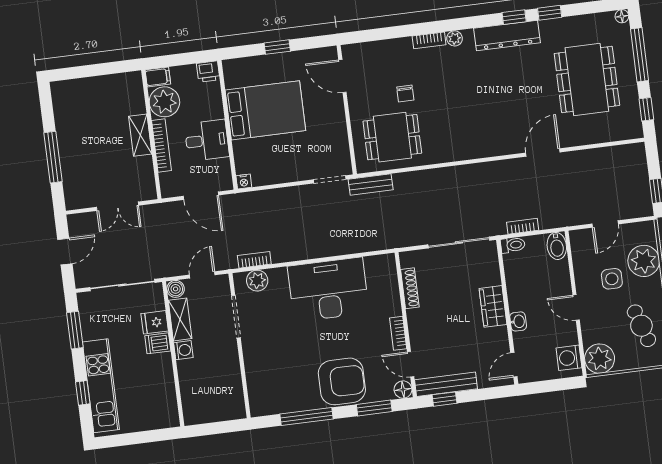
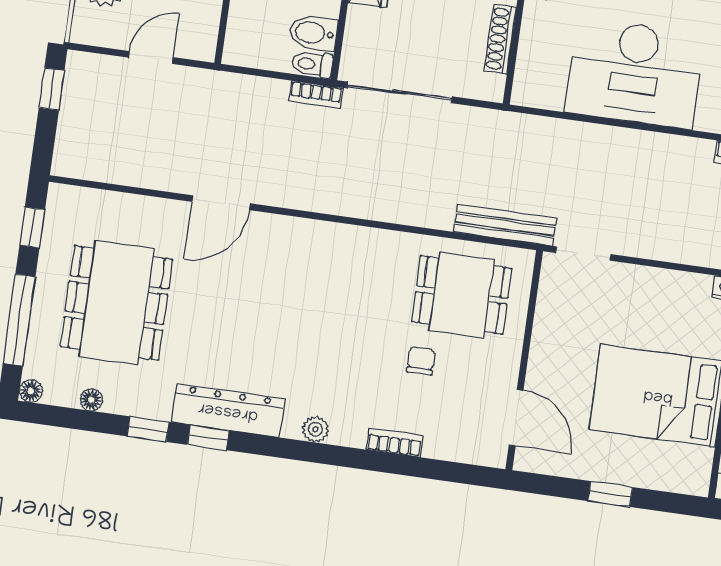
floor lamp: (586, 21) -> (91, 400), added
bookcase: (429, 40) -> (395, 443), moved
bench: (371, 185) -> (505, 225), width x1.36
bookcase: (523, 226) -> (316, 95), moved
bidet: (557, 246) -> (313, 33), moved, turned -90

